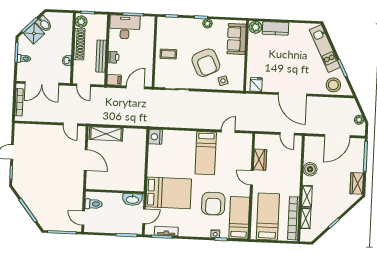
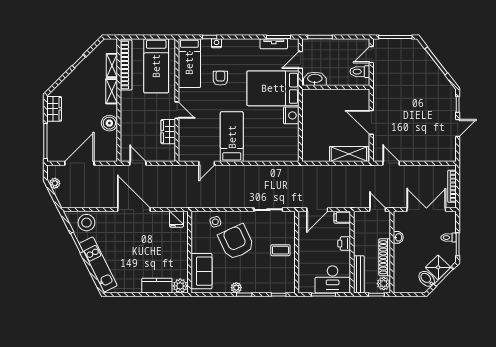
bench: (101, 56) -> (359, 274), moved
nightstand: (155, 137) -> (291, 115), moved
armchair: (213, 204) -> (220, 78), width x0.53, depth x0.53
door: (83, 218) -> (371, 55), swing flipped

